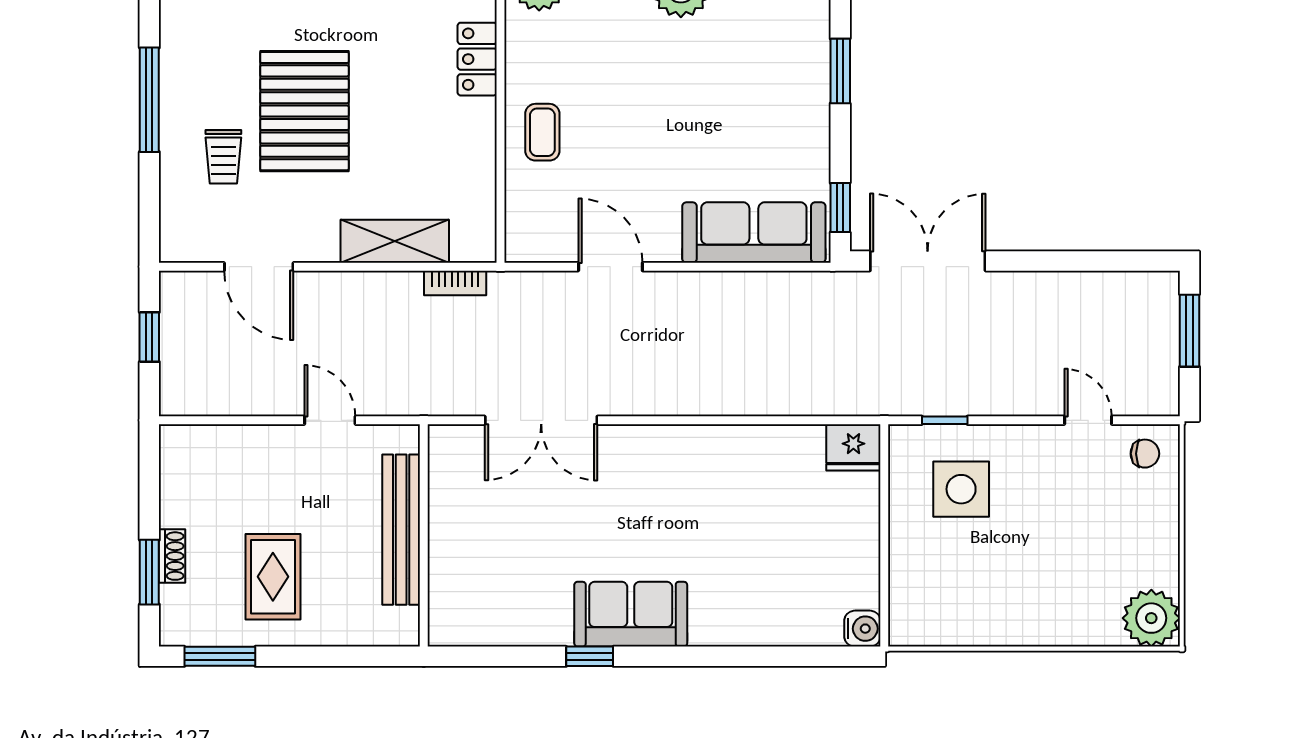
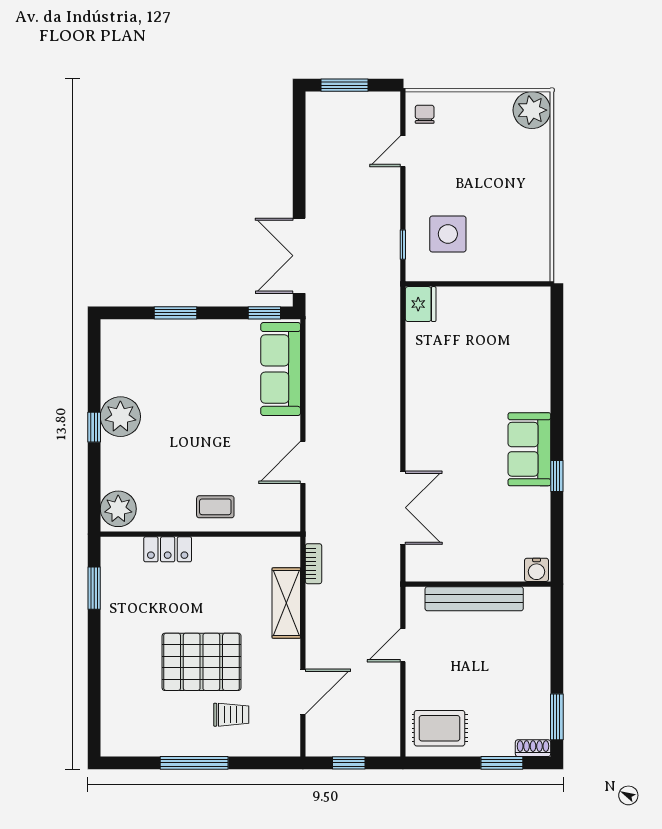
shoe rack: (172, 556) -> (533, 748), moved
rug: (273, 577) -> (440, 728), moved
water cooler: (862, 629) -> (537, 570), moved, turned 180

